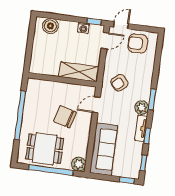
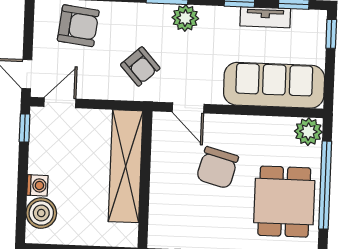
washing machine: (83, 28) -> (37, 185), moved
door: (105, 41) -> (60, 103), hinge flipped
armchair: (138, 43) -> (78, 26), moved, turned -83
shelving: (79, 72) -> (126, 166), width x1.47
tv unit: (141, 128) -> (265, 17), moved

